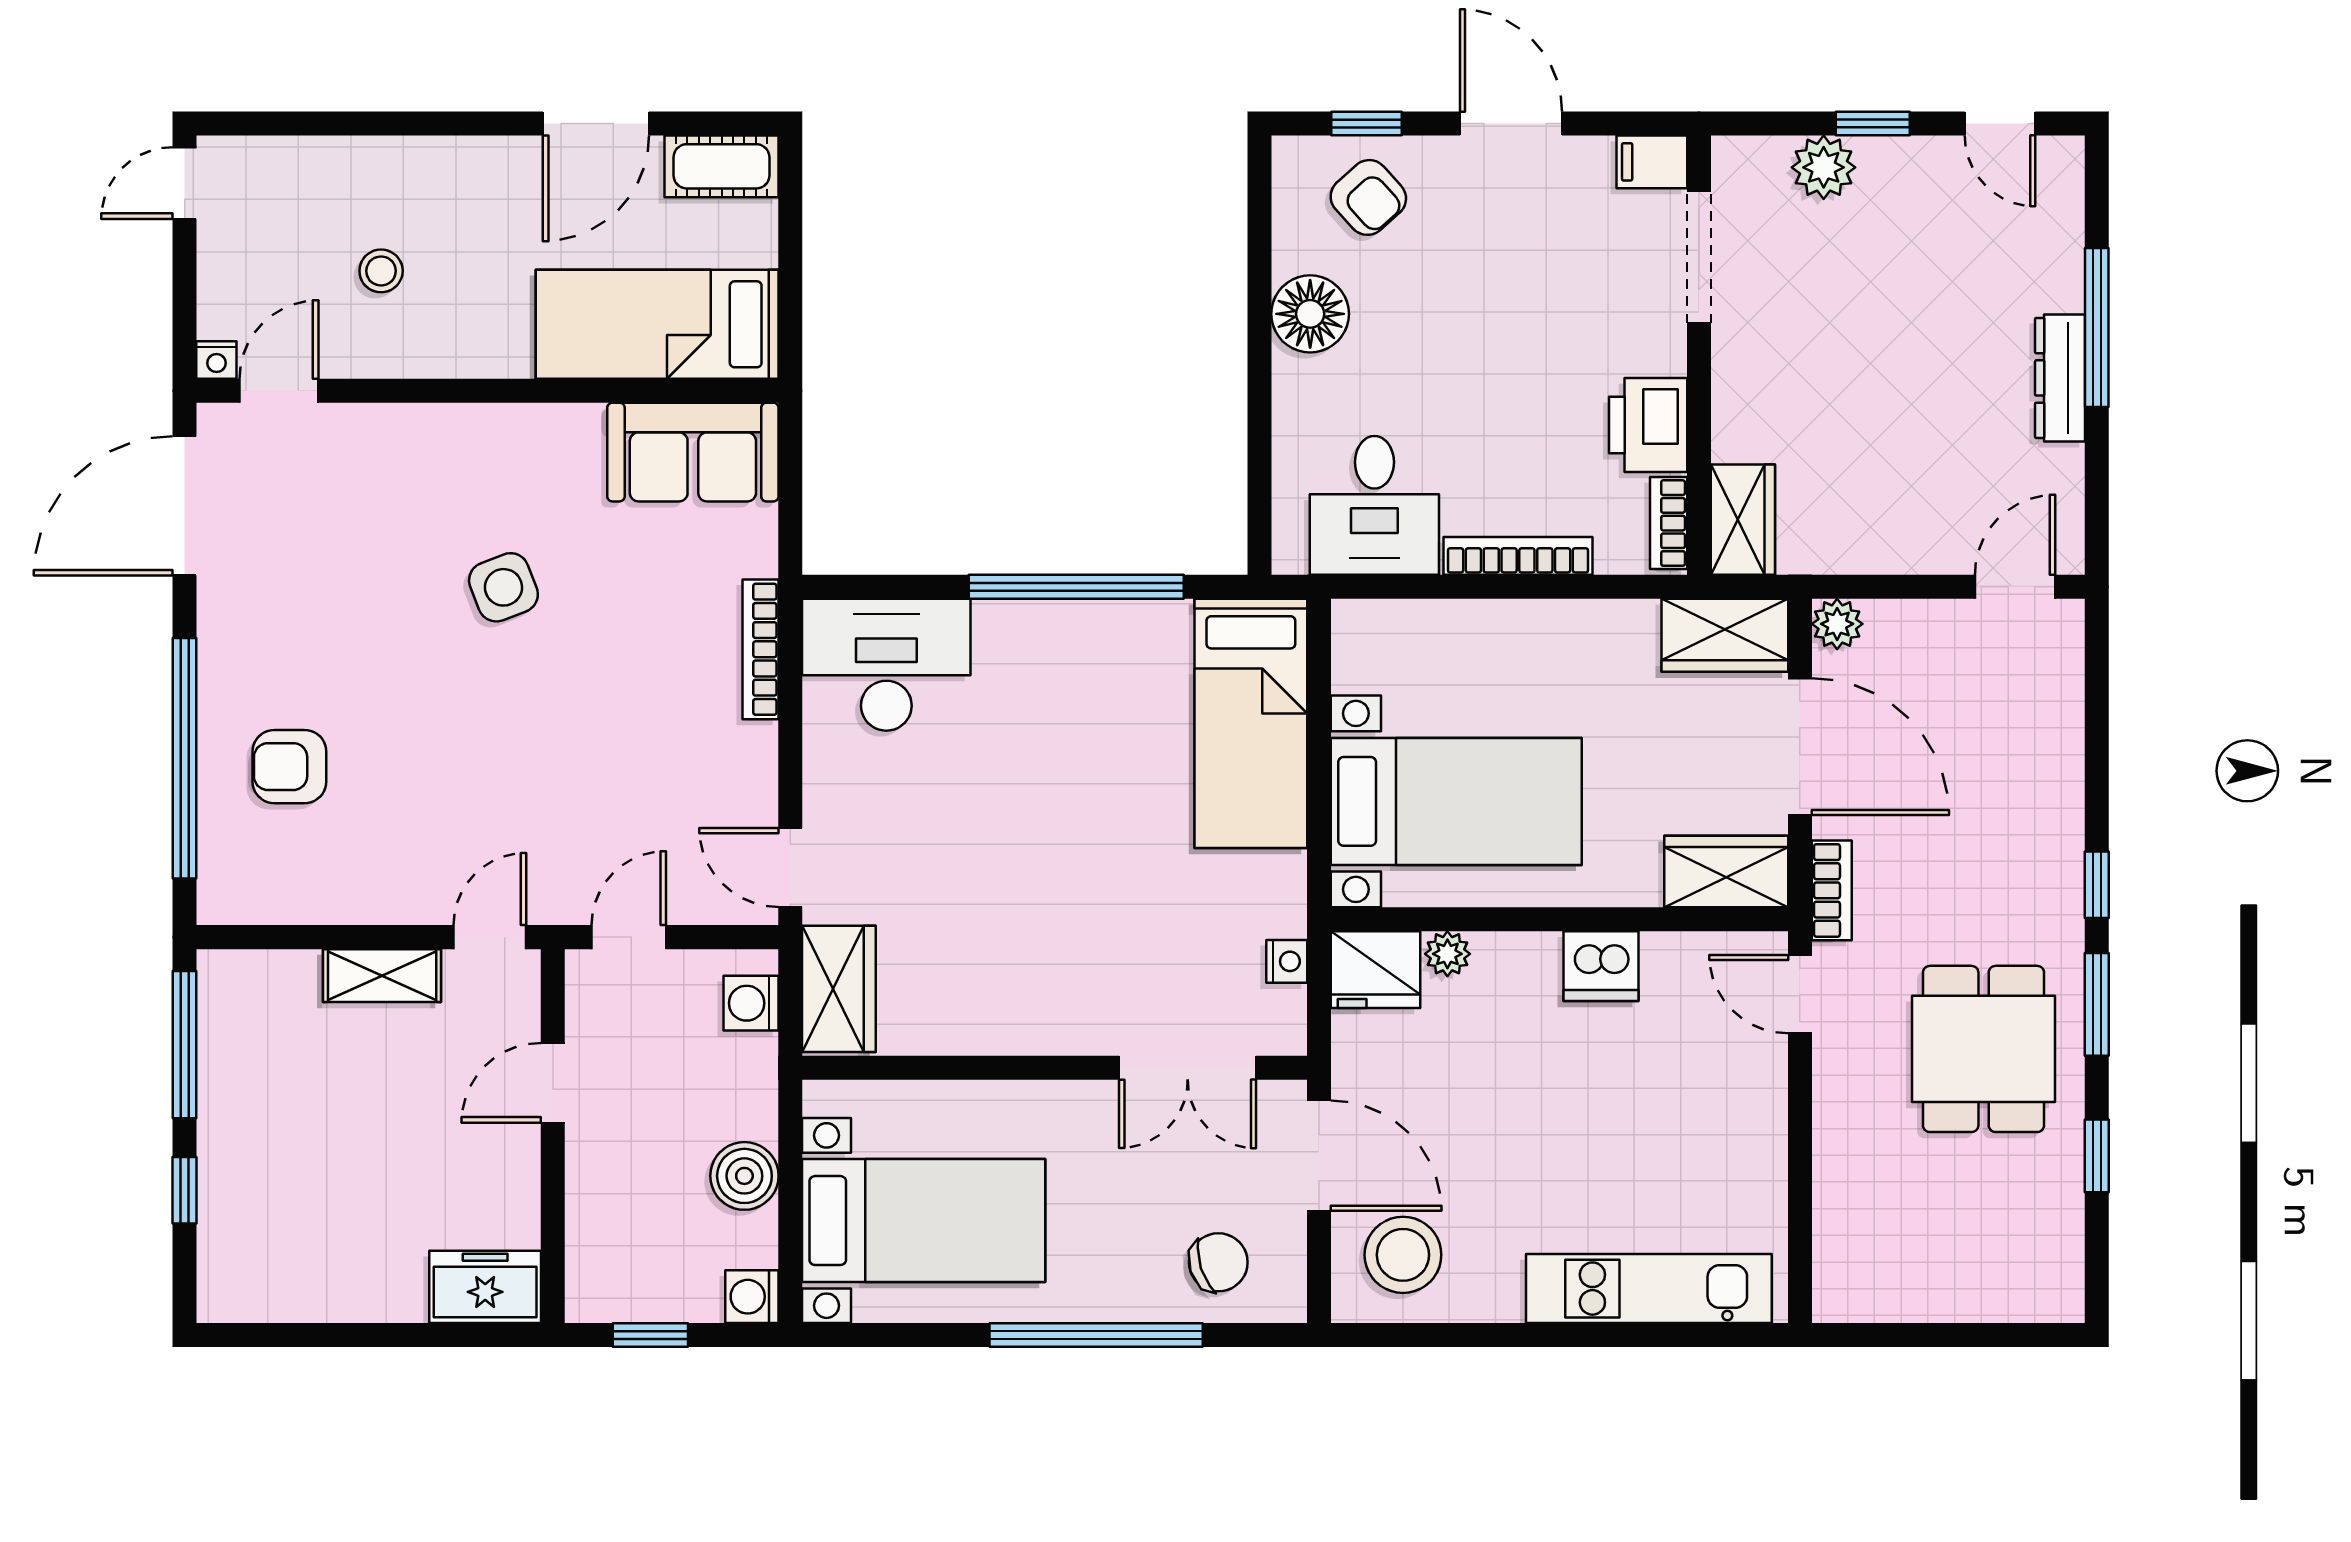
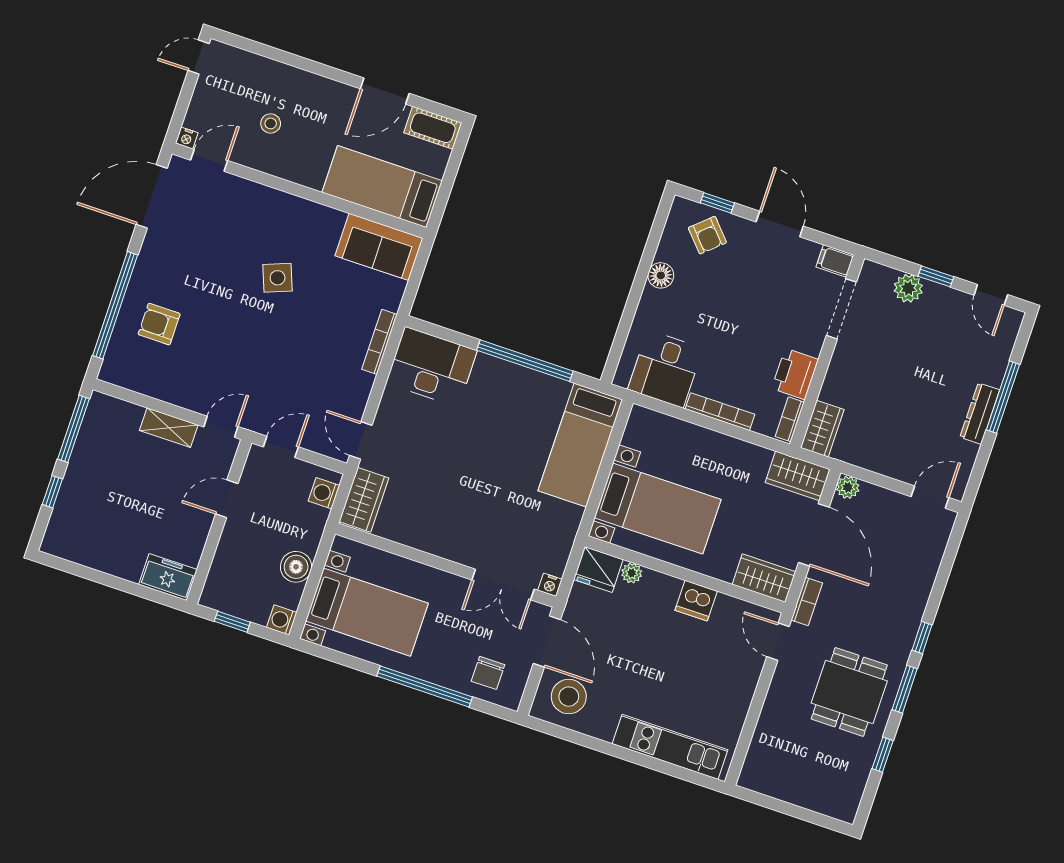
floor lamp: (1310, 314) -> (661, 275), width x0.73, depth x0.73
nightstand: (1287, 961) -> (550, 585), moved, turned 90
chair: (1218, 1262) -> (488, 673), turned 108

